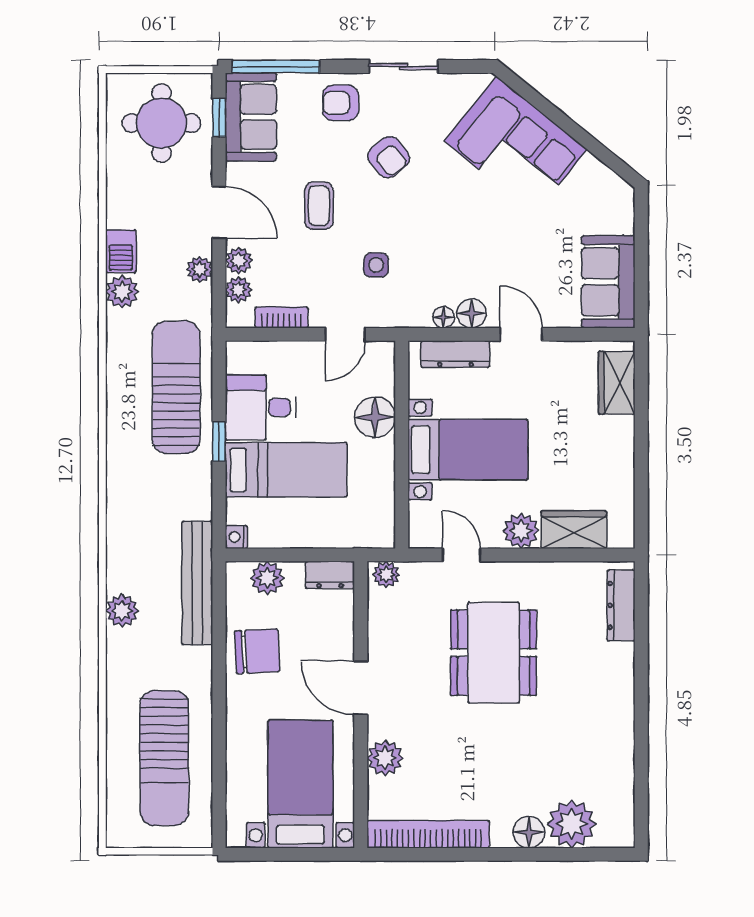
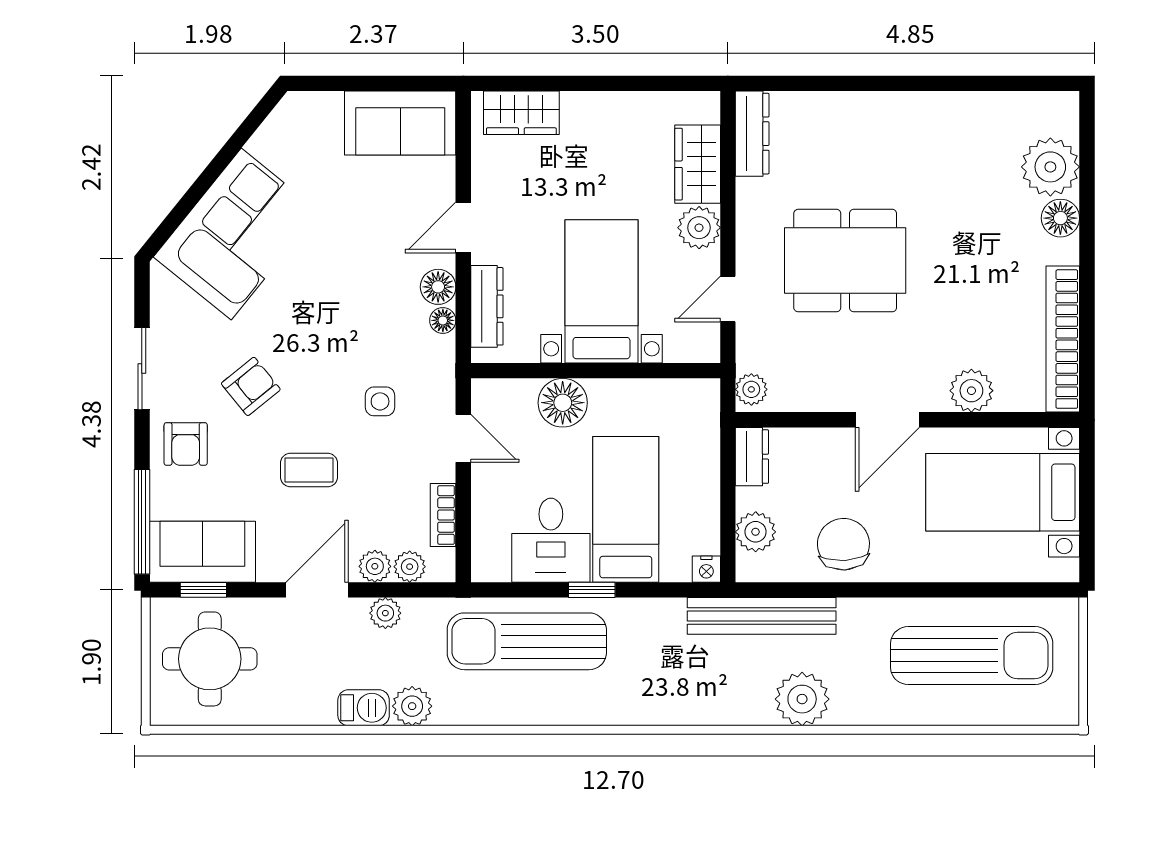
dresser: (621, 605) -> (752, 134), moved, turned -90
plant: (122, 611) -> (802, 699), width x1.36, depth x1.36

